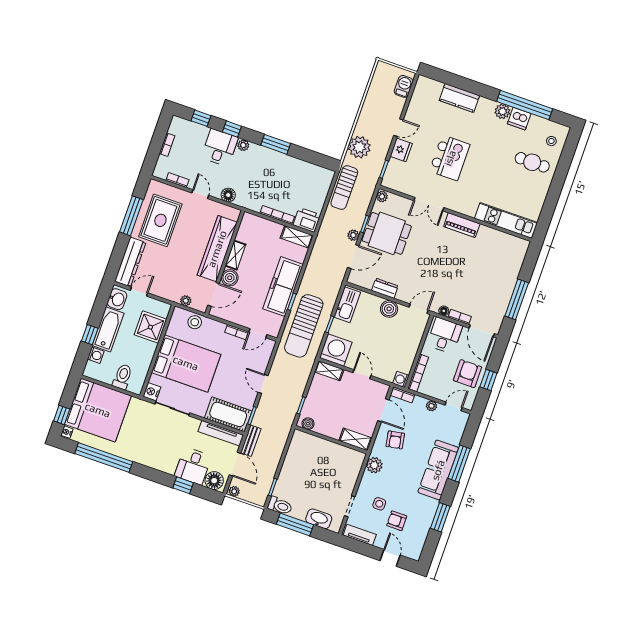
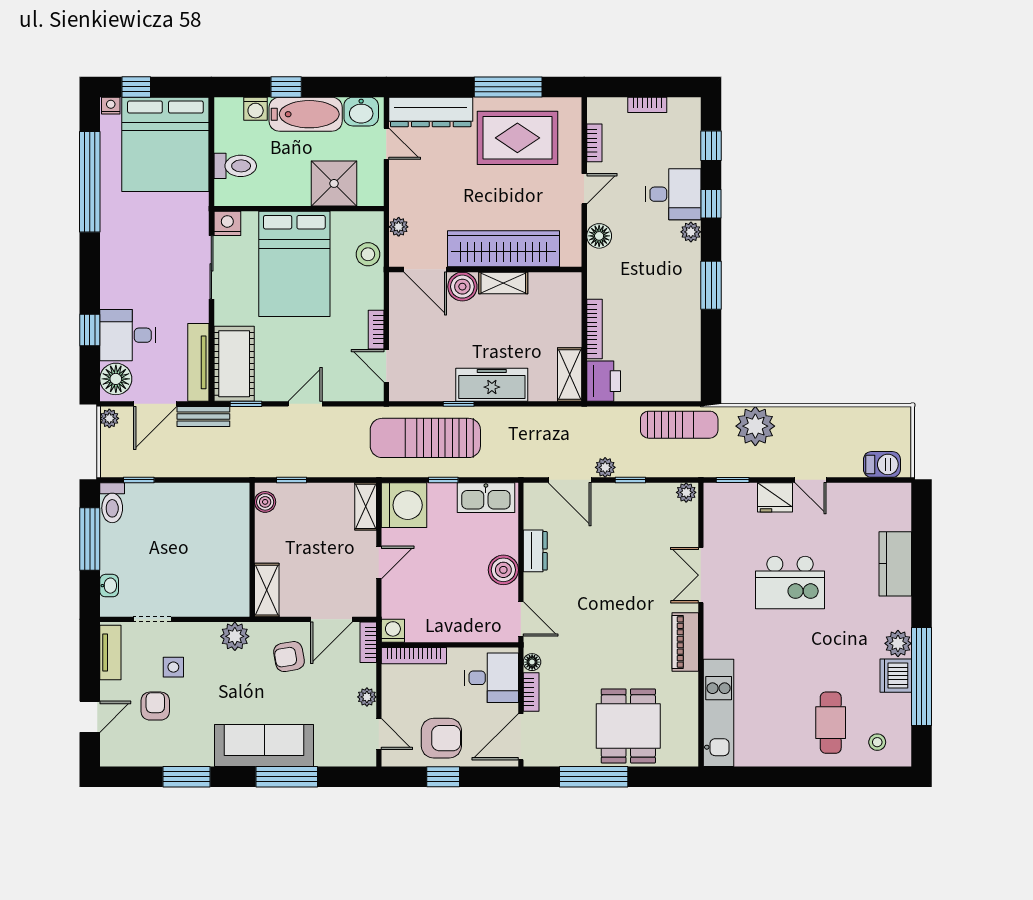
sun lounger: (344, 188) -> (679, 425), turned 180
dining table: (387, 233) -> (628, 726), moved
freezer: (283, 287) -> (492, 385), width x0.73, depth x0.79
washbasin: (319, 519) -> (109, 586), width x0.52, depth x0.69

